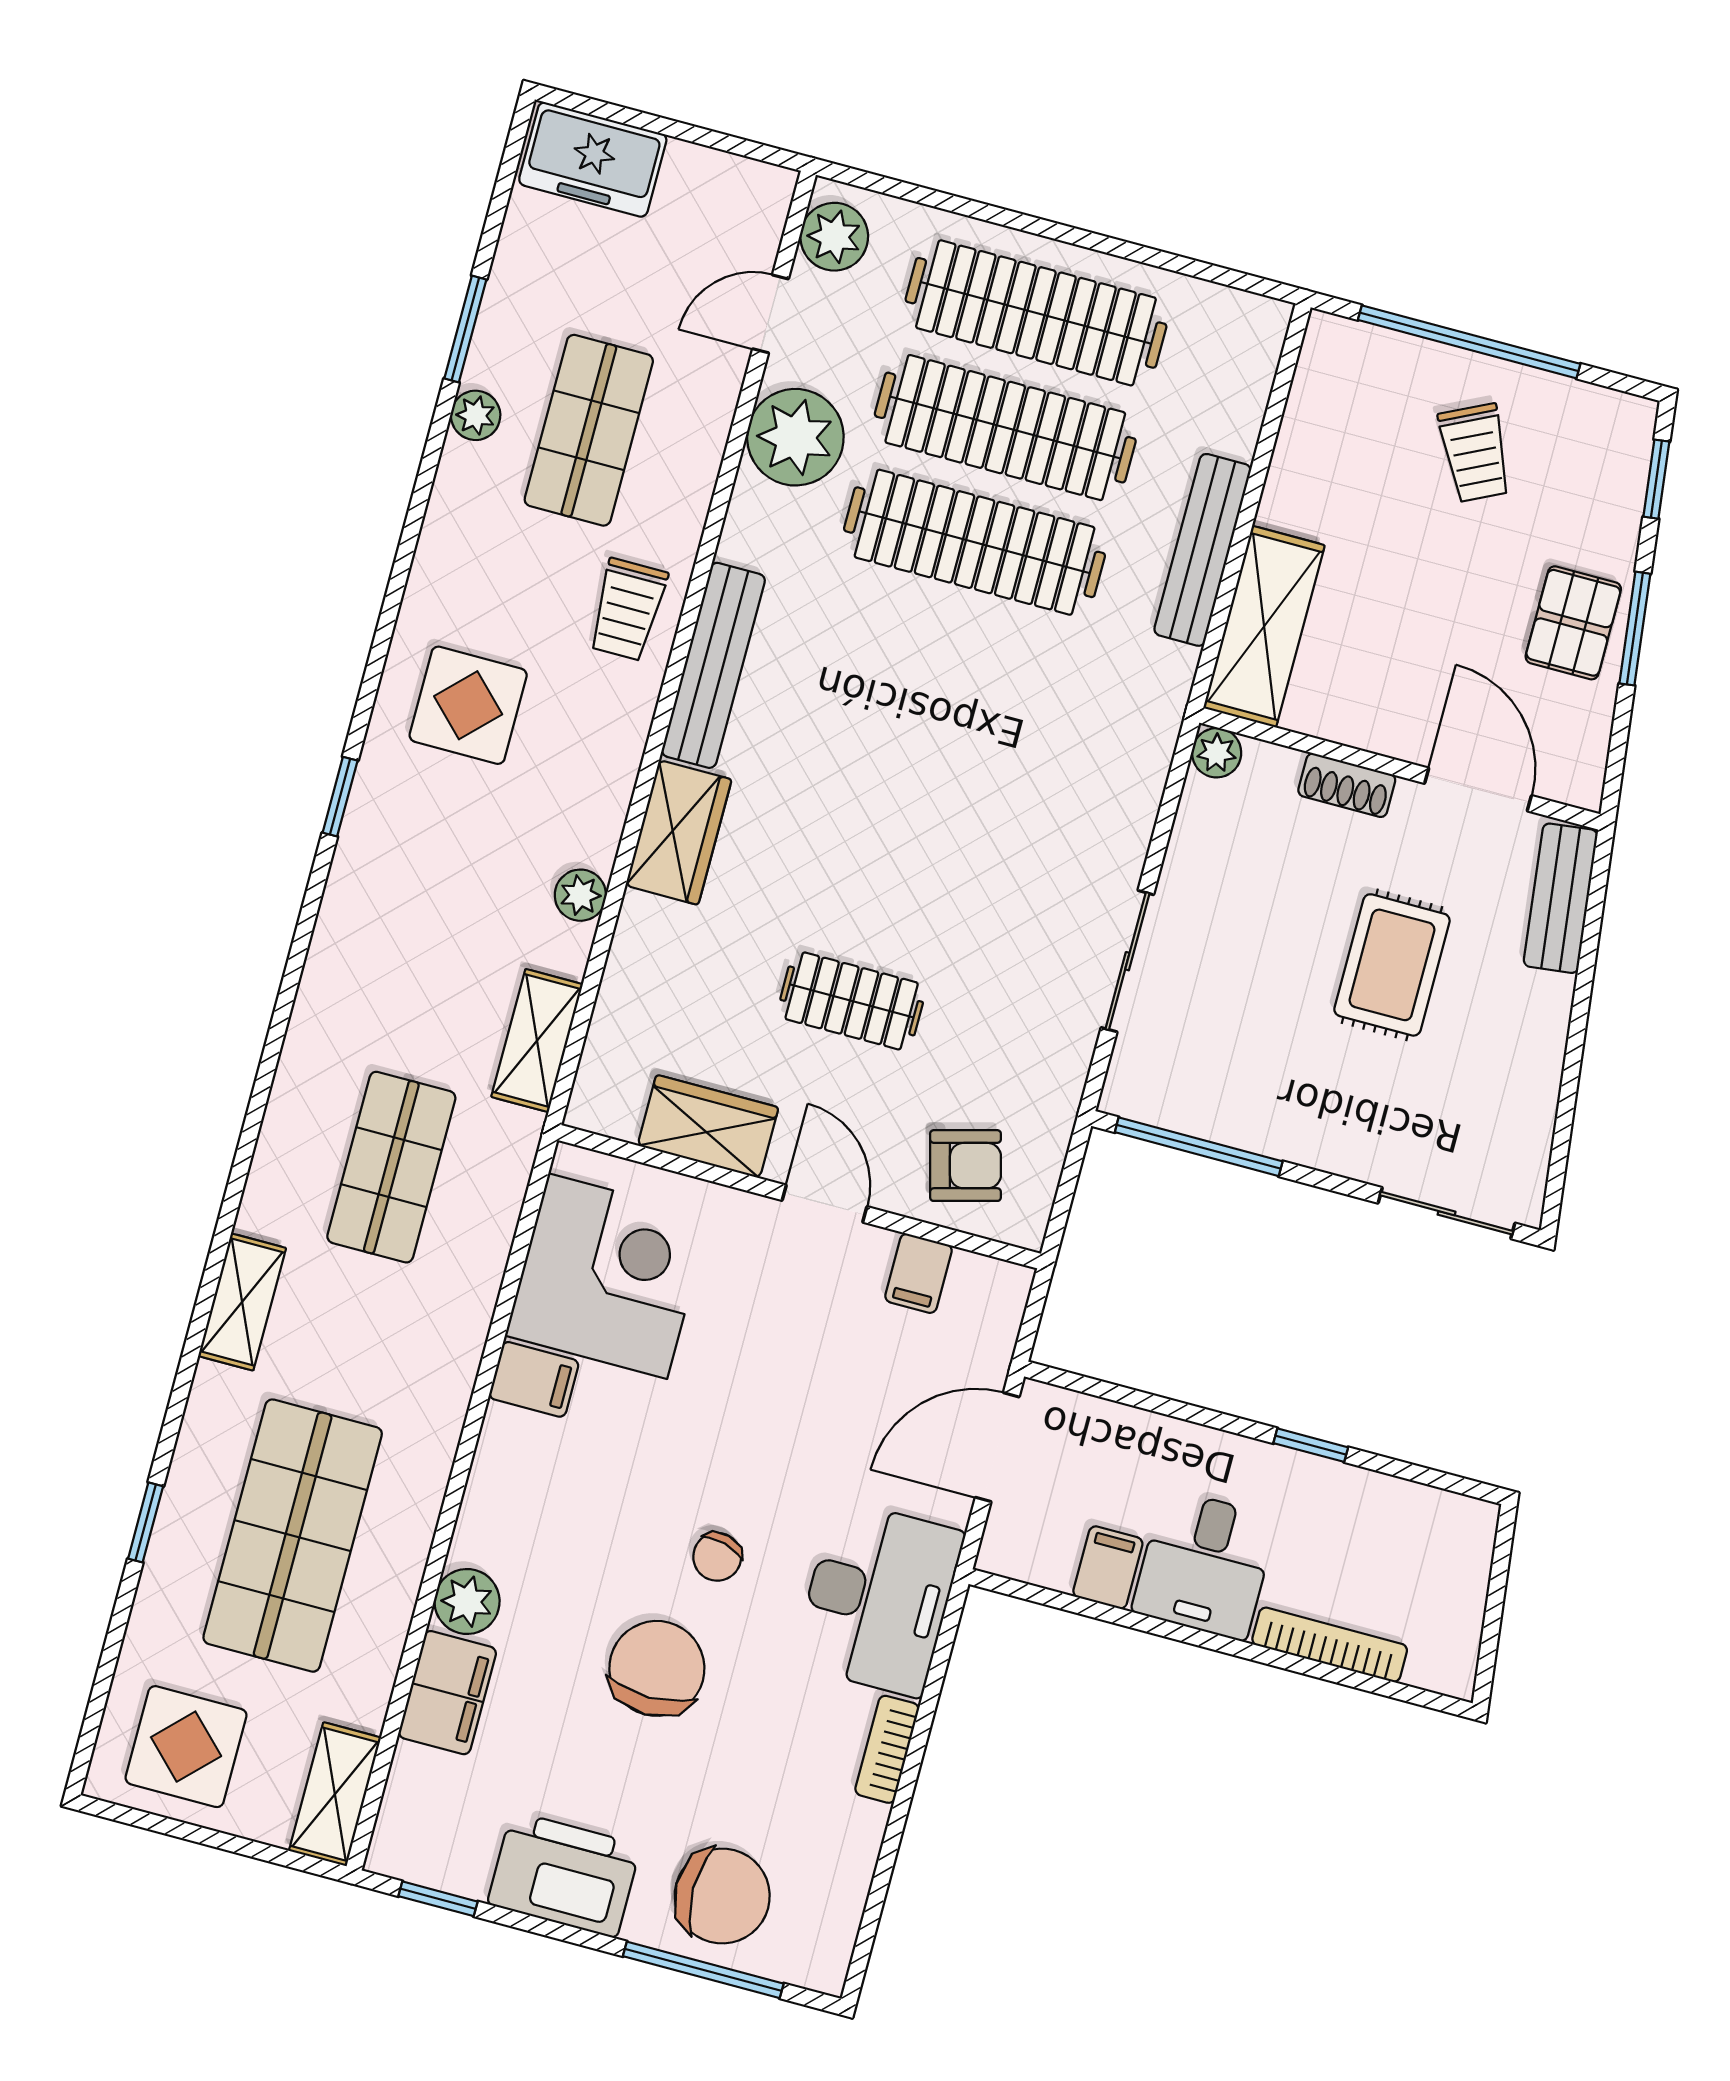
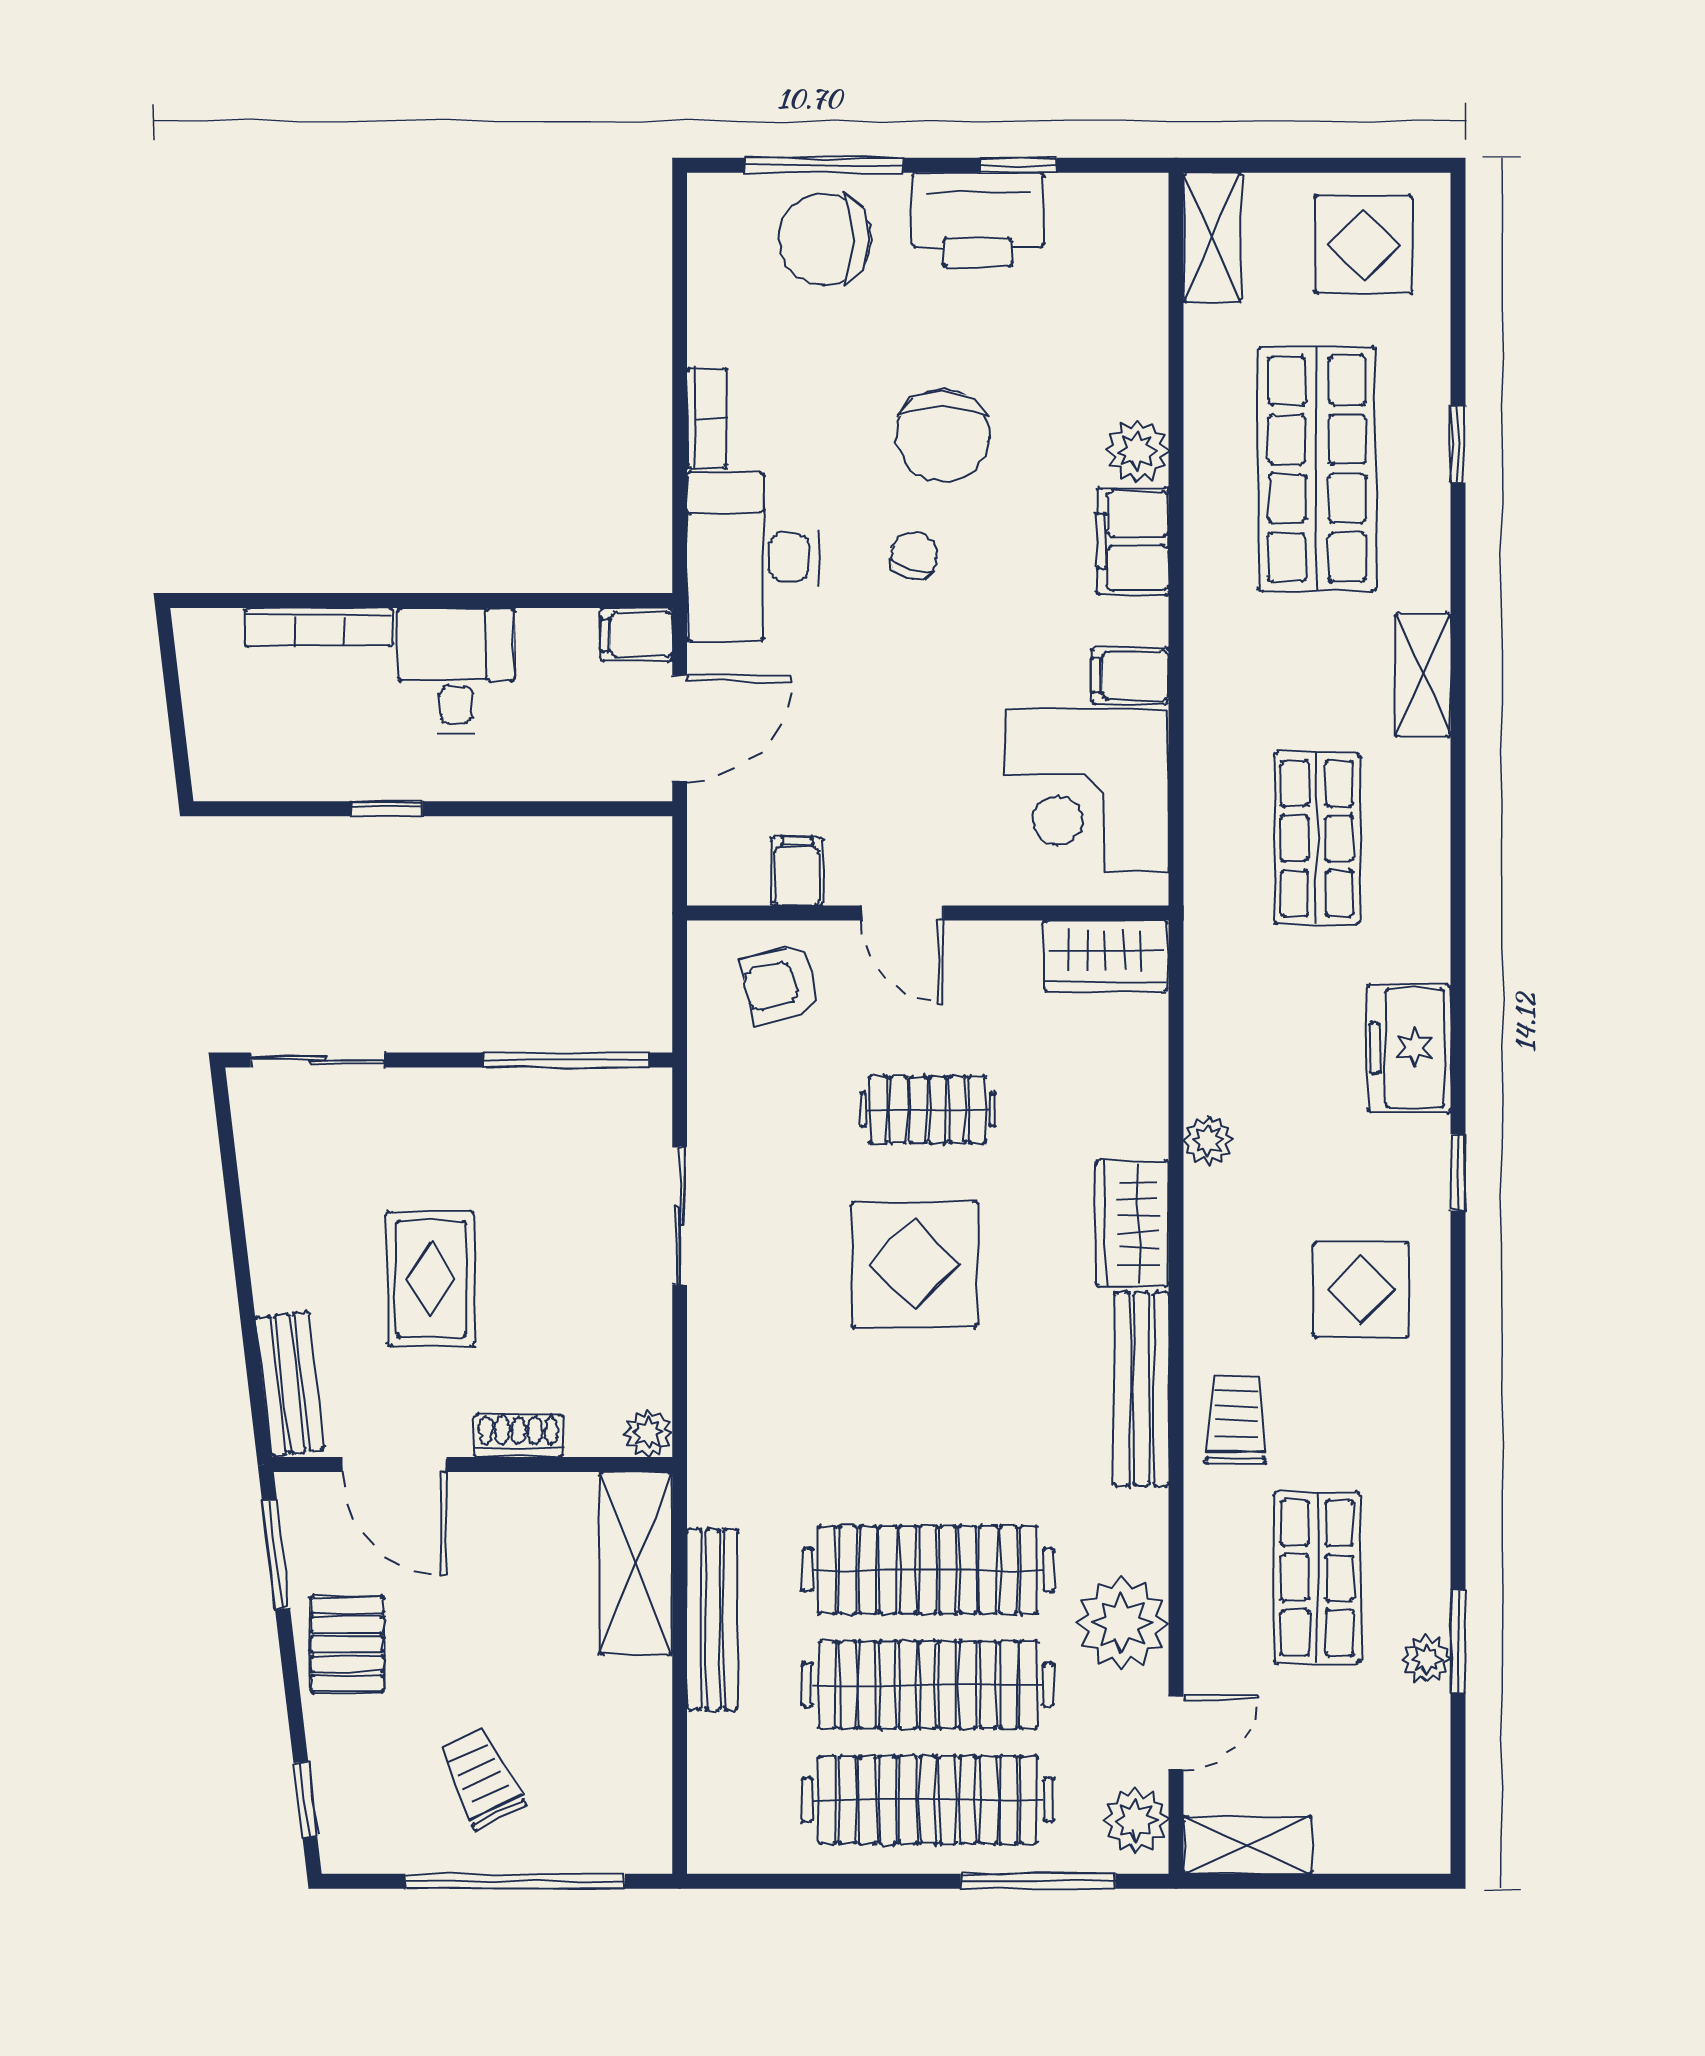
freezer: (593, 160) -> (1409, 1048), moved, turned -90
window: (948, 202) -> (1038, 1881), added
plant: (476, 415) -> (1427, 1659), moved
window: (1635, 629) -> (276, 1555), moved
display table: (906, 850) -> (915, 1264), added
shelving: (537, 1041) -> (1248, 1845), moved, turned 90
wardrobe: (708, 1126) -> (1105, 956), moved
filing cabinet: (1108, 1567) -> (637, 635), moved, turned 90
filing cabinet: (447, 1693) -> (1133, 541), moved
window: (438, 1899) -> (1019, 165), moved

